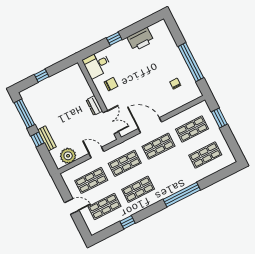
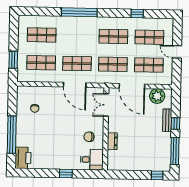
printer: (141, 39) -> (23, 158), moved, turned 90
window: (191, 62) -> (12, 135), moved
window: (42, 76) -> (157, 175), moved
dresser: (94, 105) -> (112, 141), moved
door: (96, 153) -> (132, 86), width x1.88

